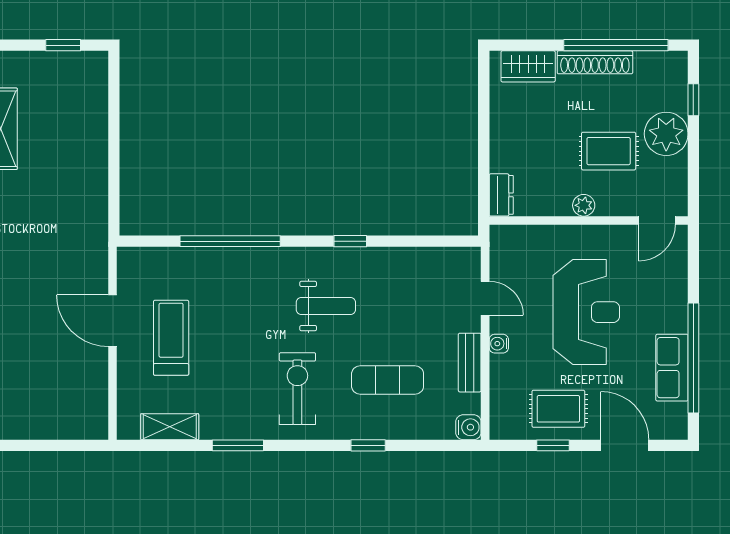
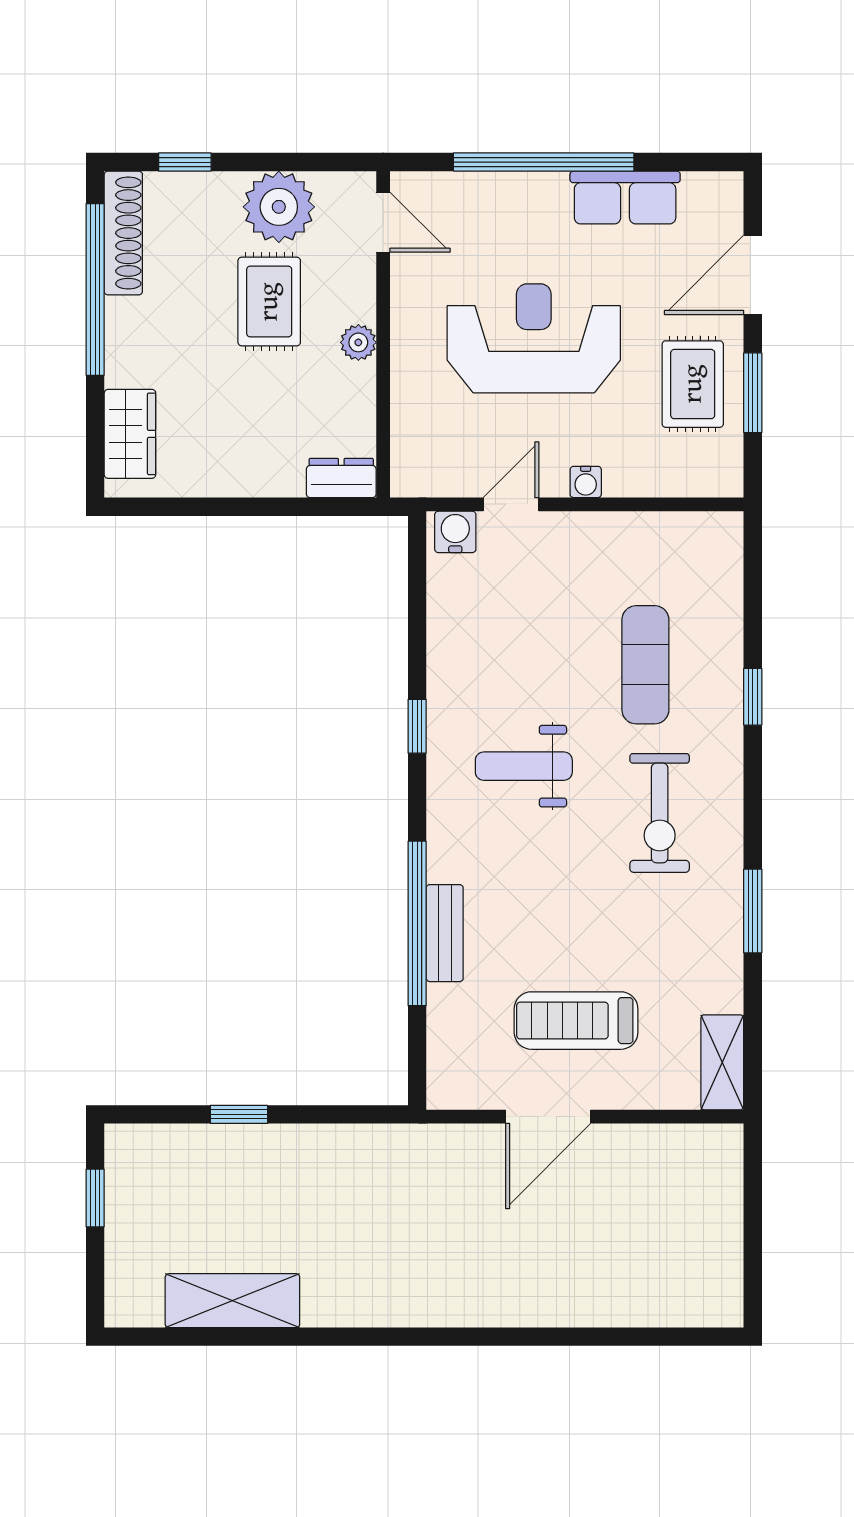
shoe rack: (595, 62) -> (123, 233), moved
window: (114, 133) -> (239, 1114), added
plant: (666, 134) -> (279, 207), moved
weight bench: (326, 306) -> (524, 766), turned -90
window: (693, 358) -> (544, 162), moved
bench: (470, 363) -> (445, 933), moved, turned 90
exercise bike: (297, 389) -> (660, 813), turned -90
shelving: (170, 427) -> (722, 1062), moved
water cooler: (468, 427) -> (455, 532), moved
window: (553, 445) -> (753, 393), width x1.50

